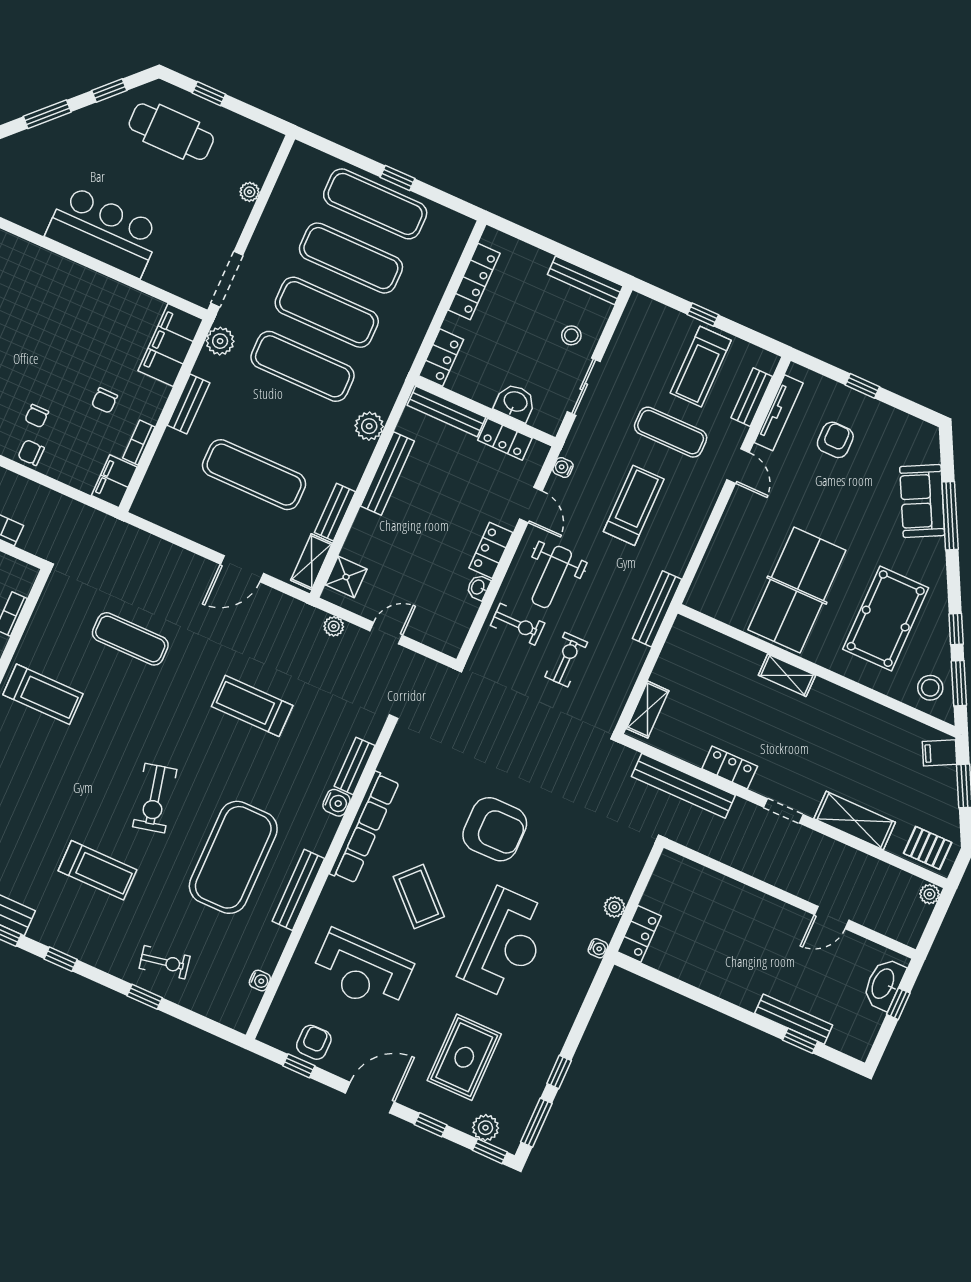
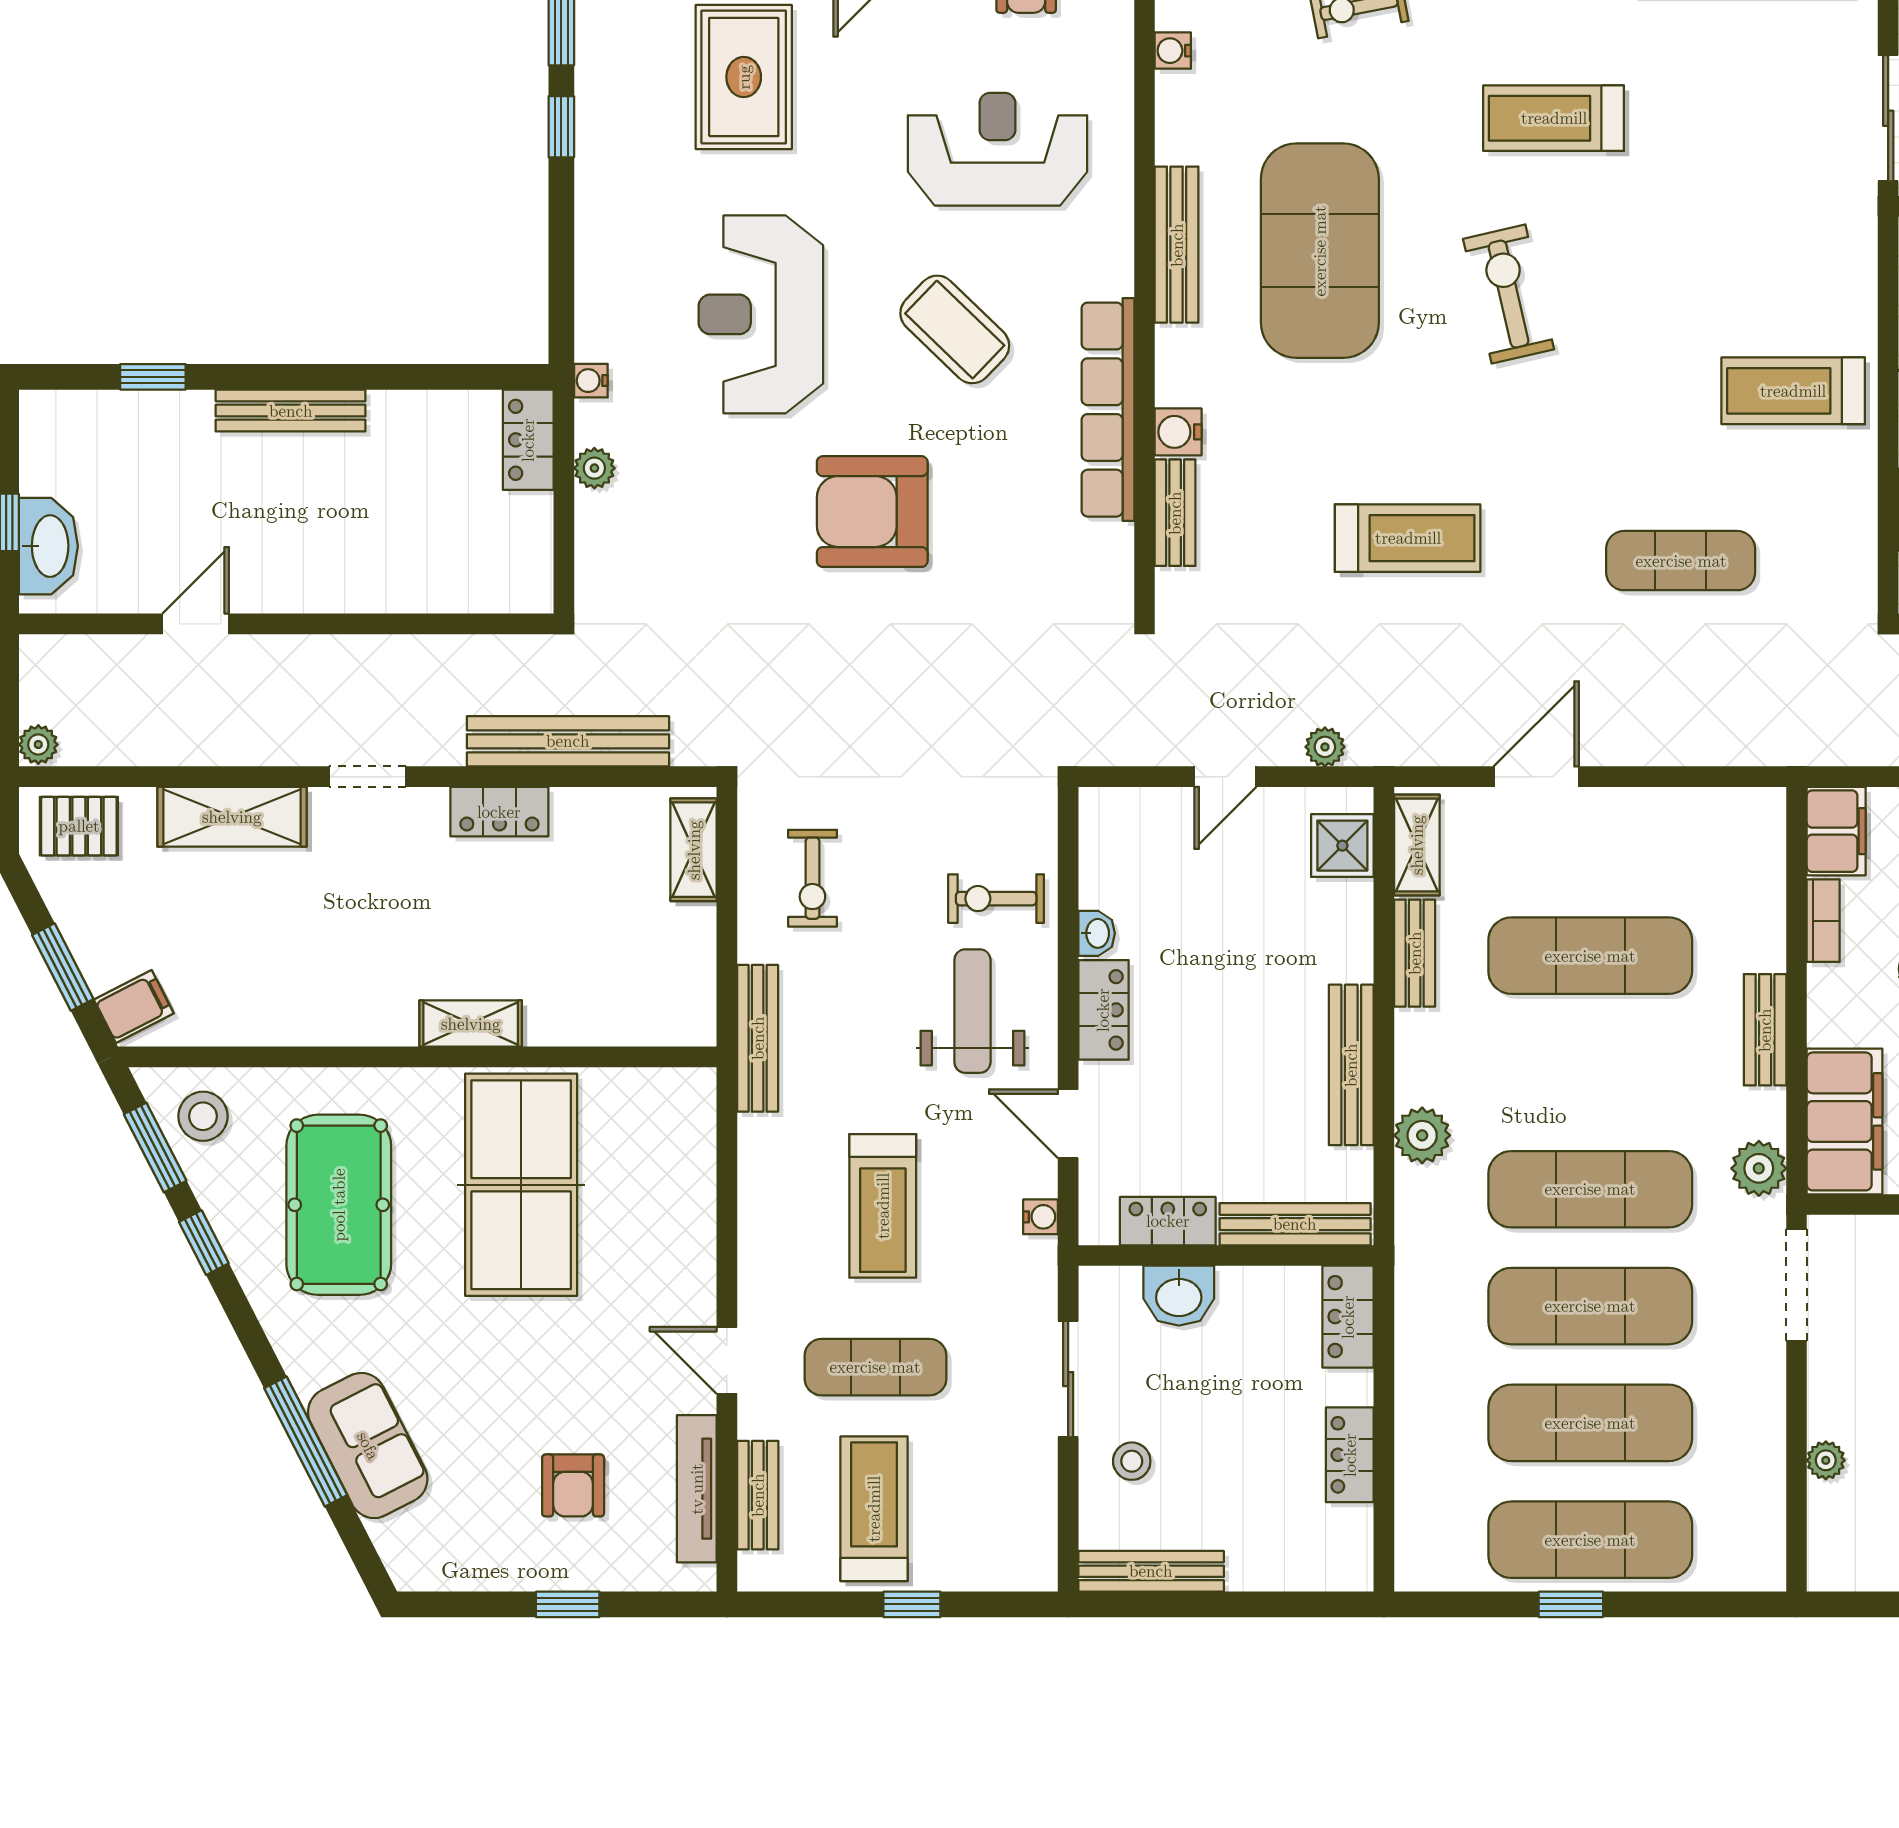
locker: (474, 282) -> (1350, 1455), width x0.66
exercise bike: (566, 660) -> (812, 878), moved
bench: (794, 1019) -> (291, 411), moved

